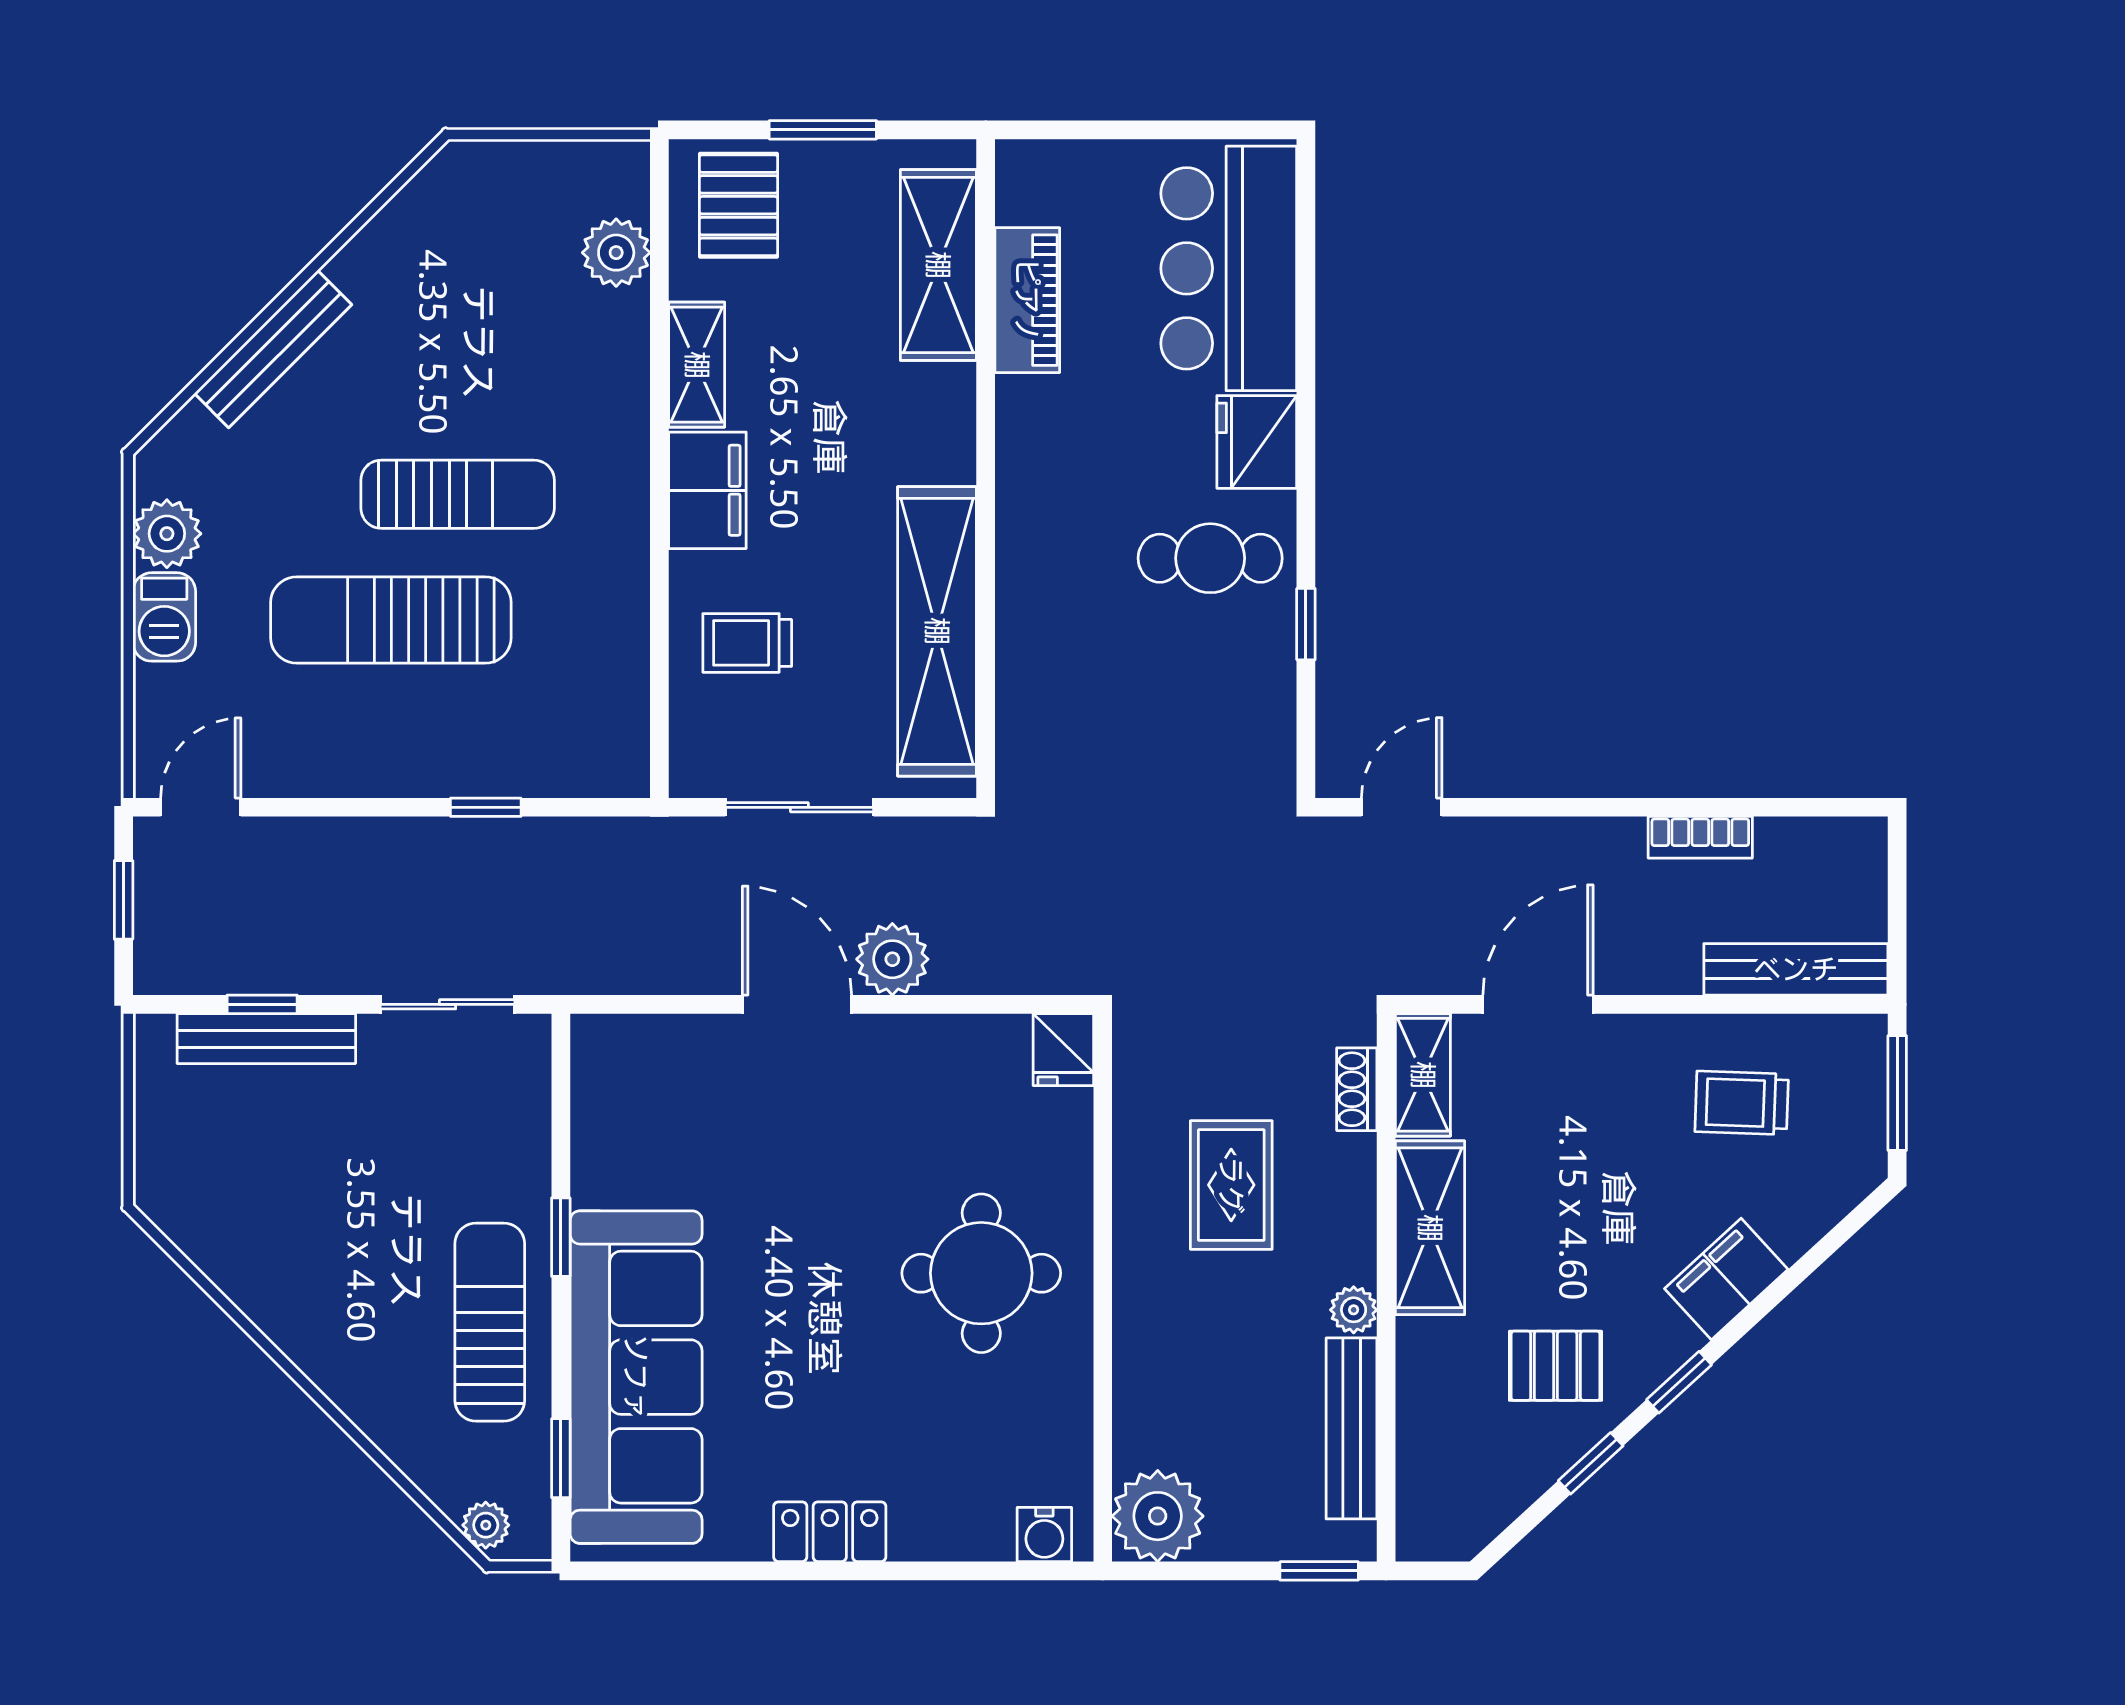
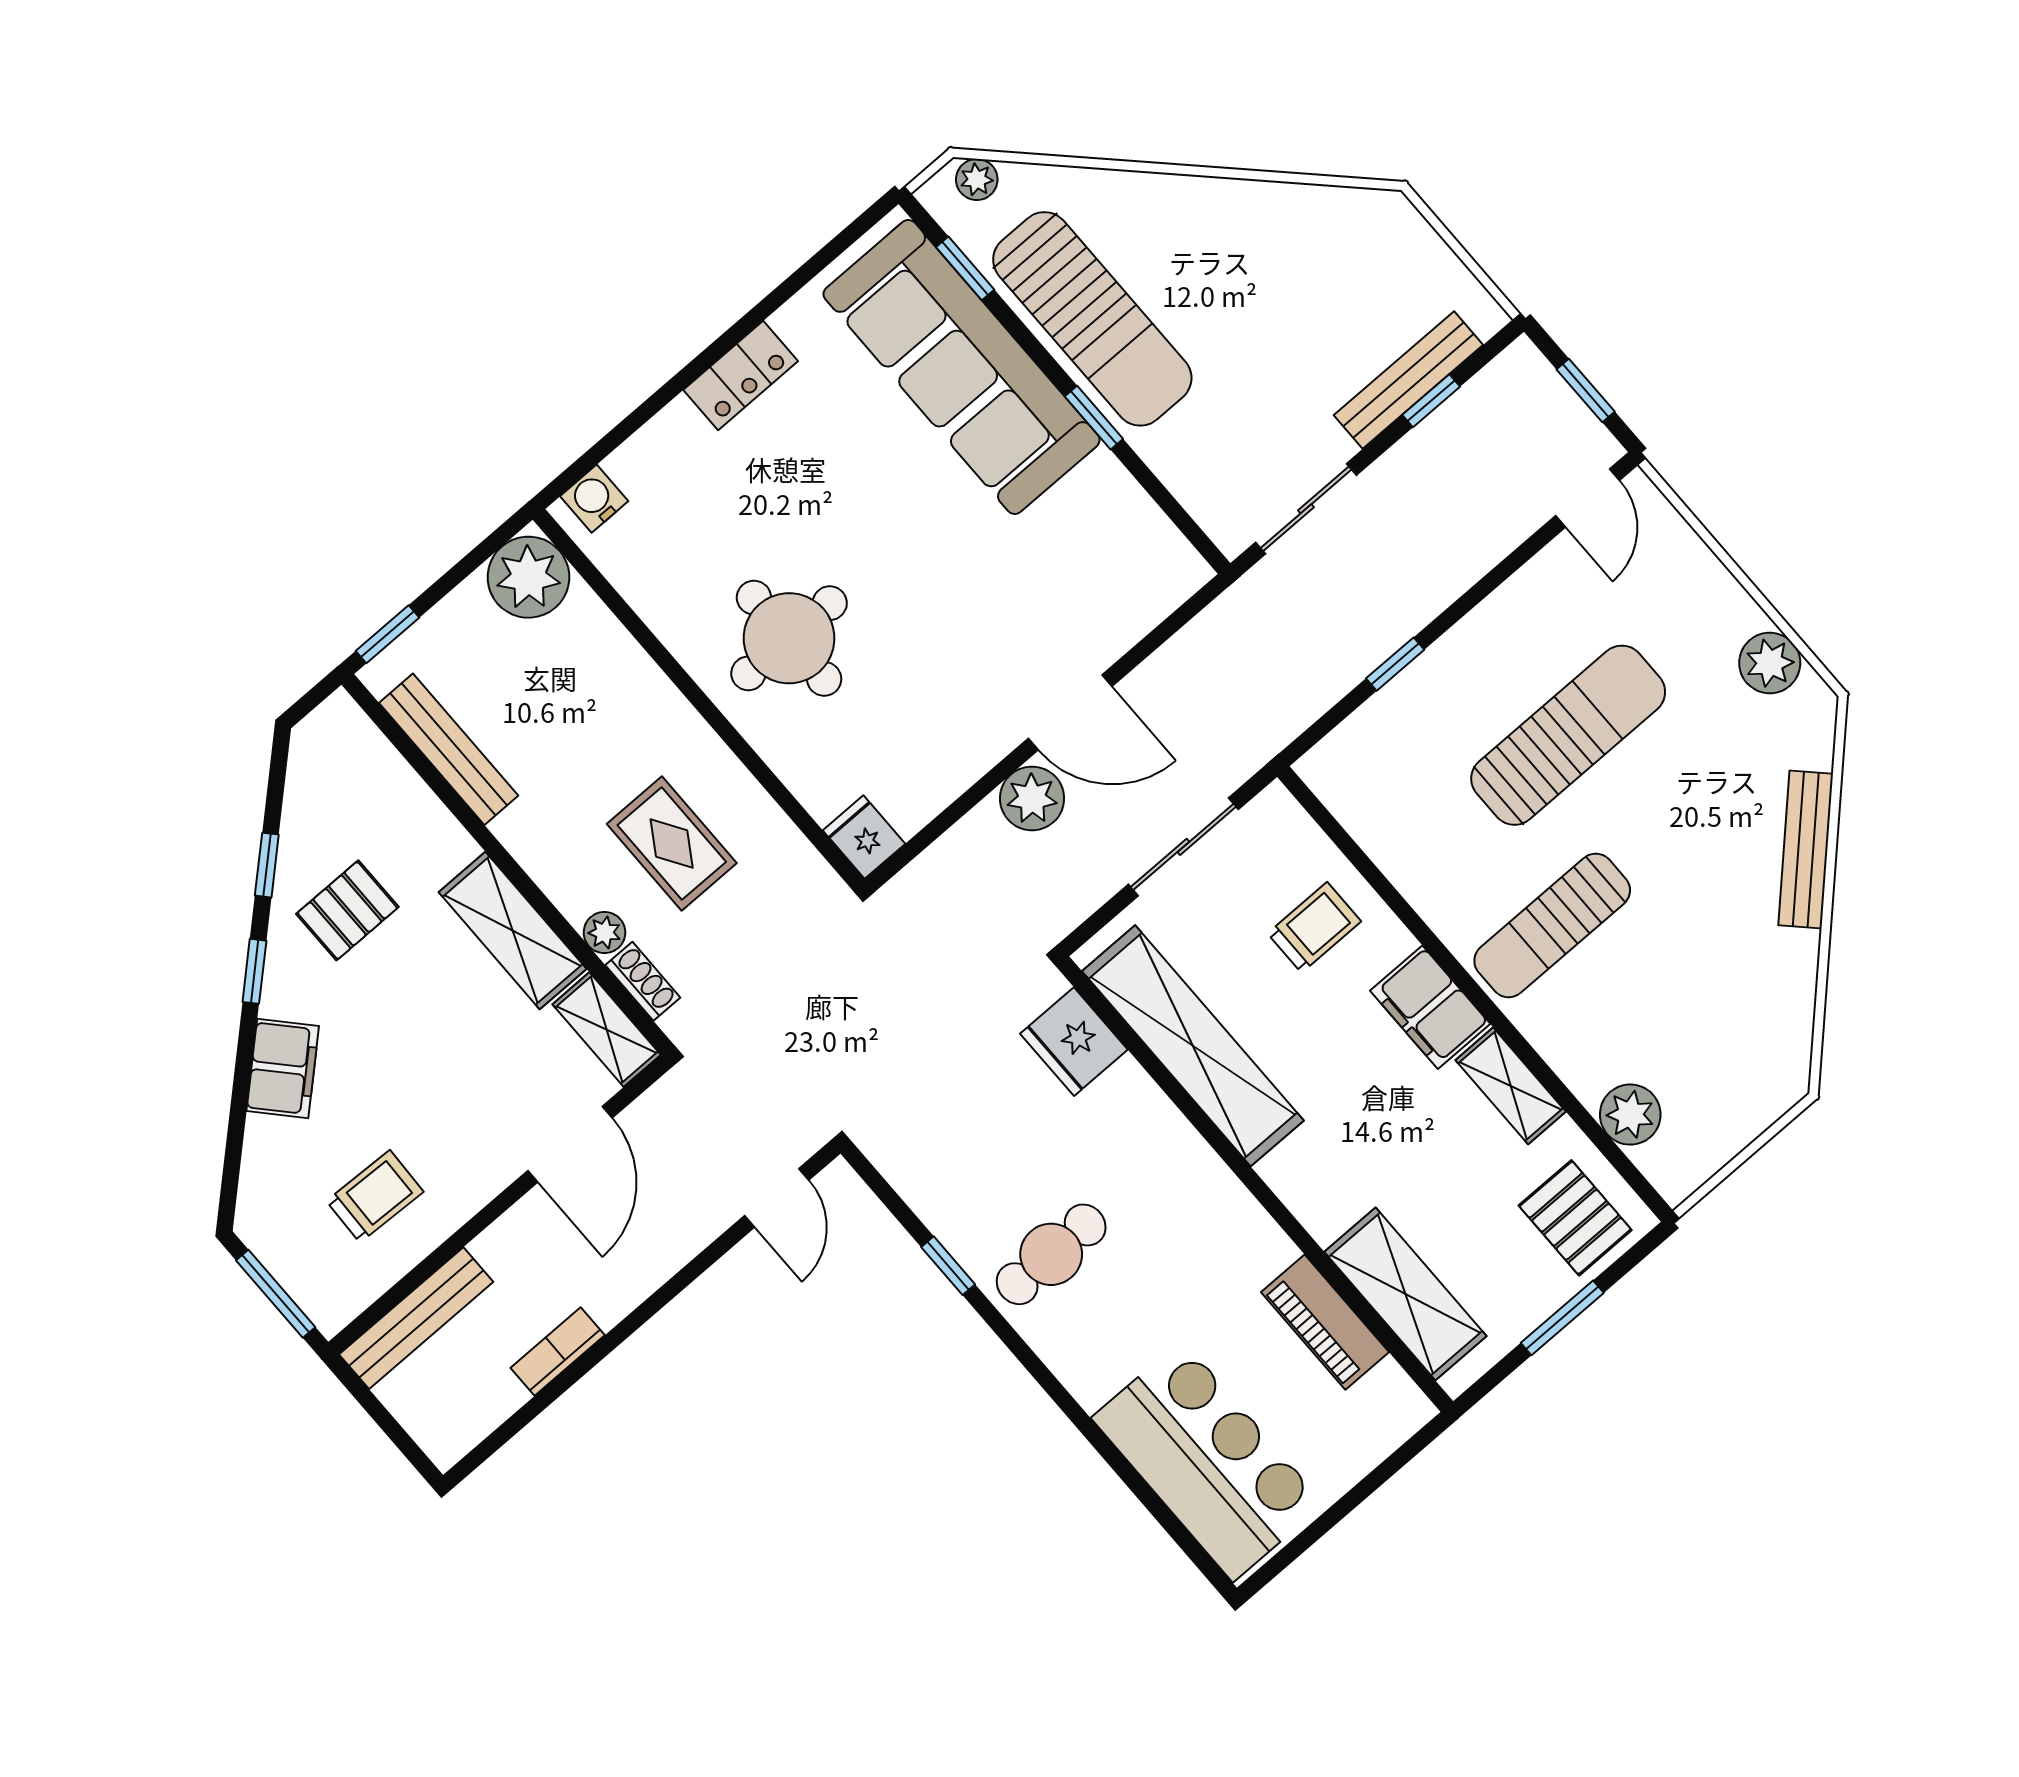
fridge: (1257, 442) -> (1074, 1042), moved, turned 180
sun lounger: (458, 494) -> (1552, 925), moved
barbecue: (164, 617) -> (1723, 605), removed
plant: (1354, 1310) -> (604, 933), moved
sun lounger: (490, 1322) -> (1092, 319), width x1.36, depth x1.34

